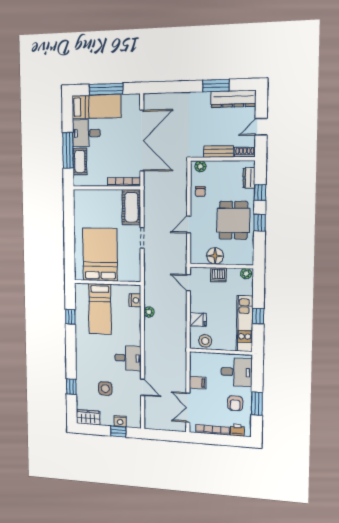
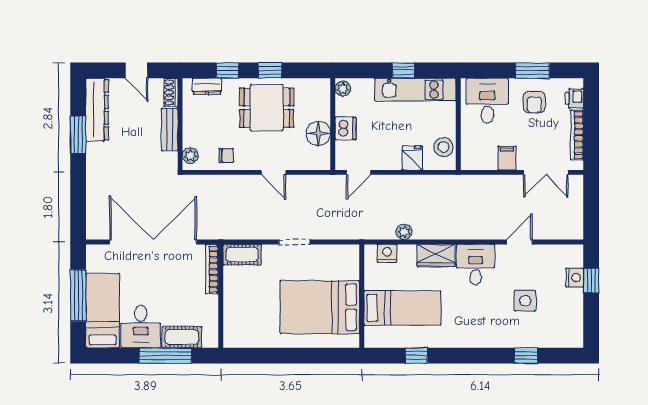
cot: (131, 207) -> (242, 255), width x0.73, depth x0.75
armchair: (235, 403) -> (534, 102), turned 90
wardrobe: (88, 417) -> (436, 255), moved, turned -90

